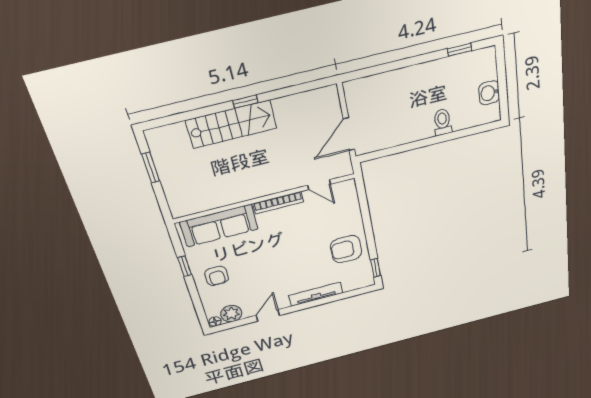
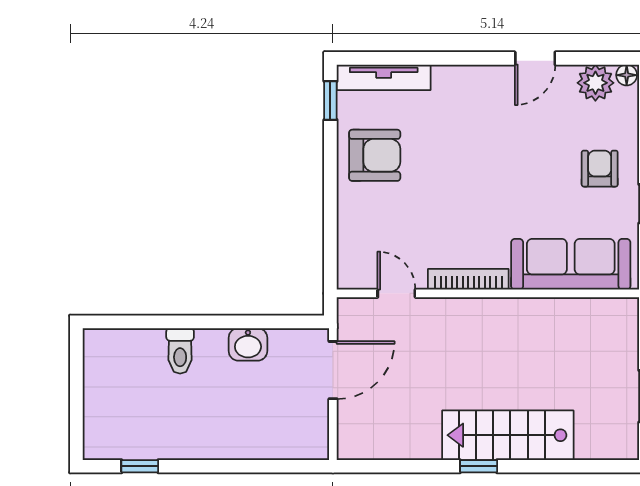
washbasin: (489, 93) -> (248, 344), moved, turned 90
tv unit: (316, 294) -> (384, 77), moved

